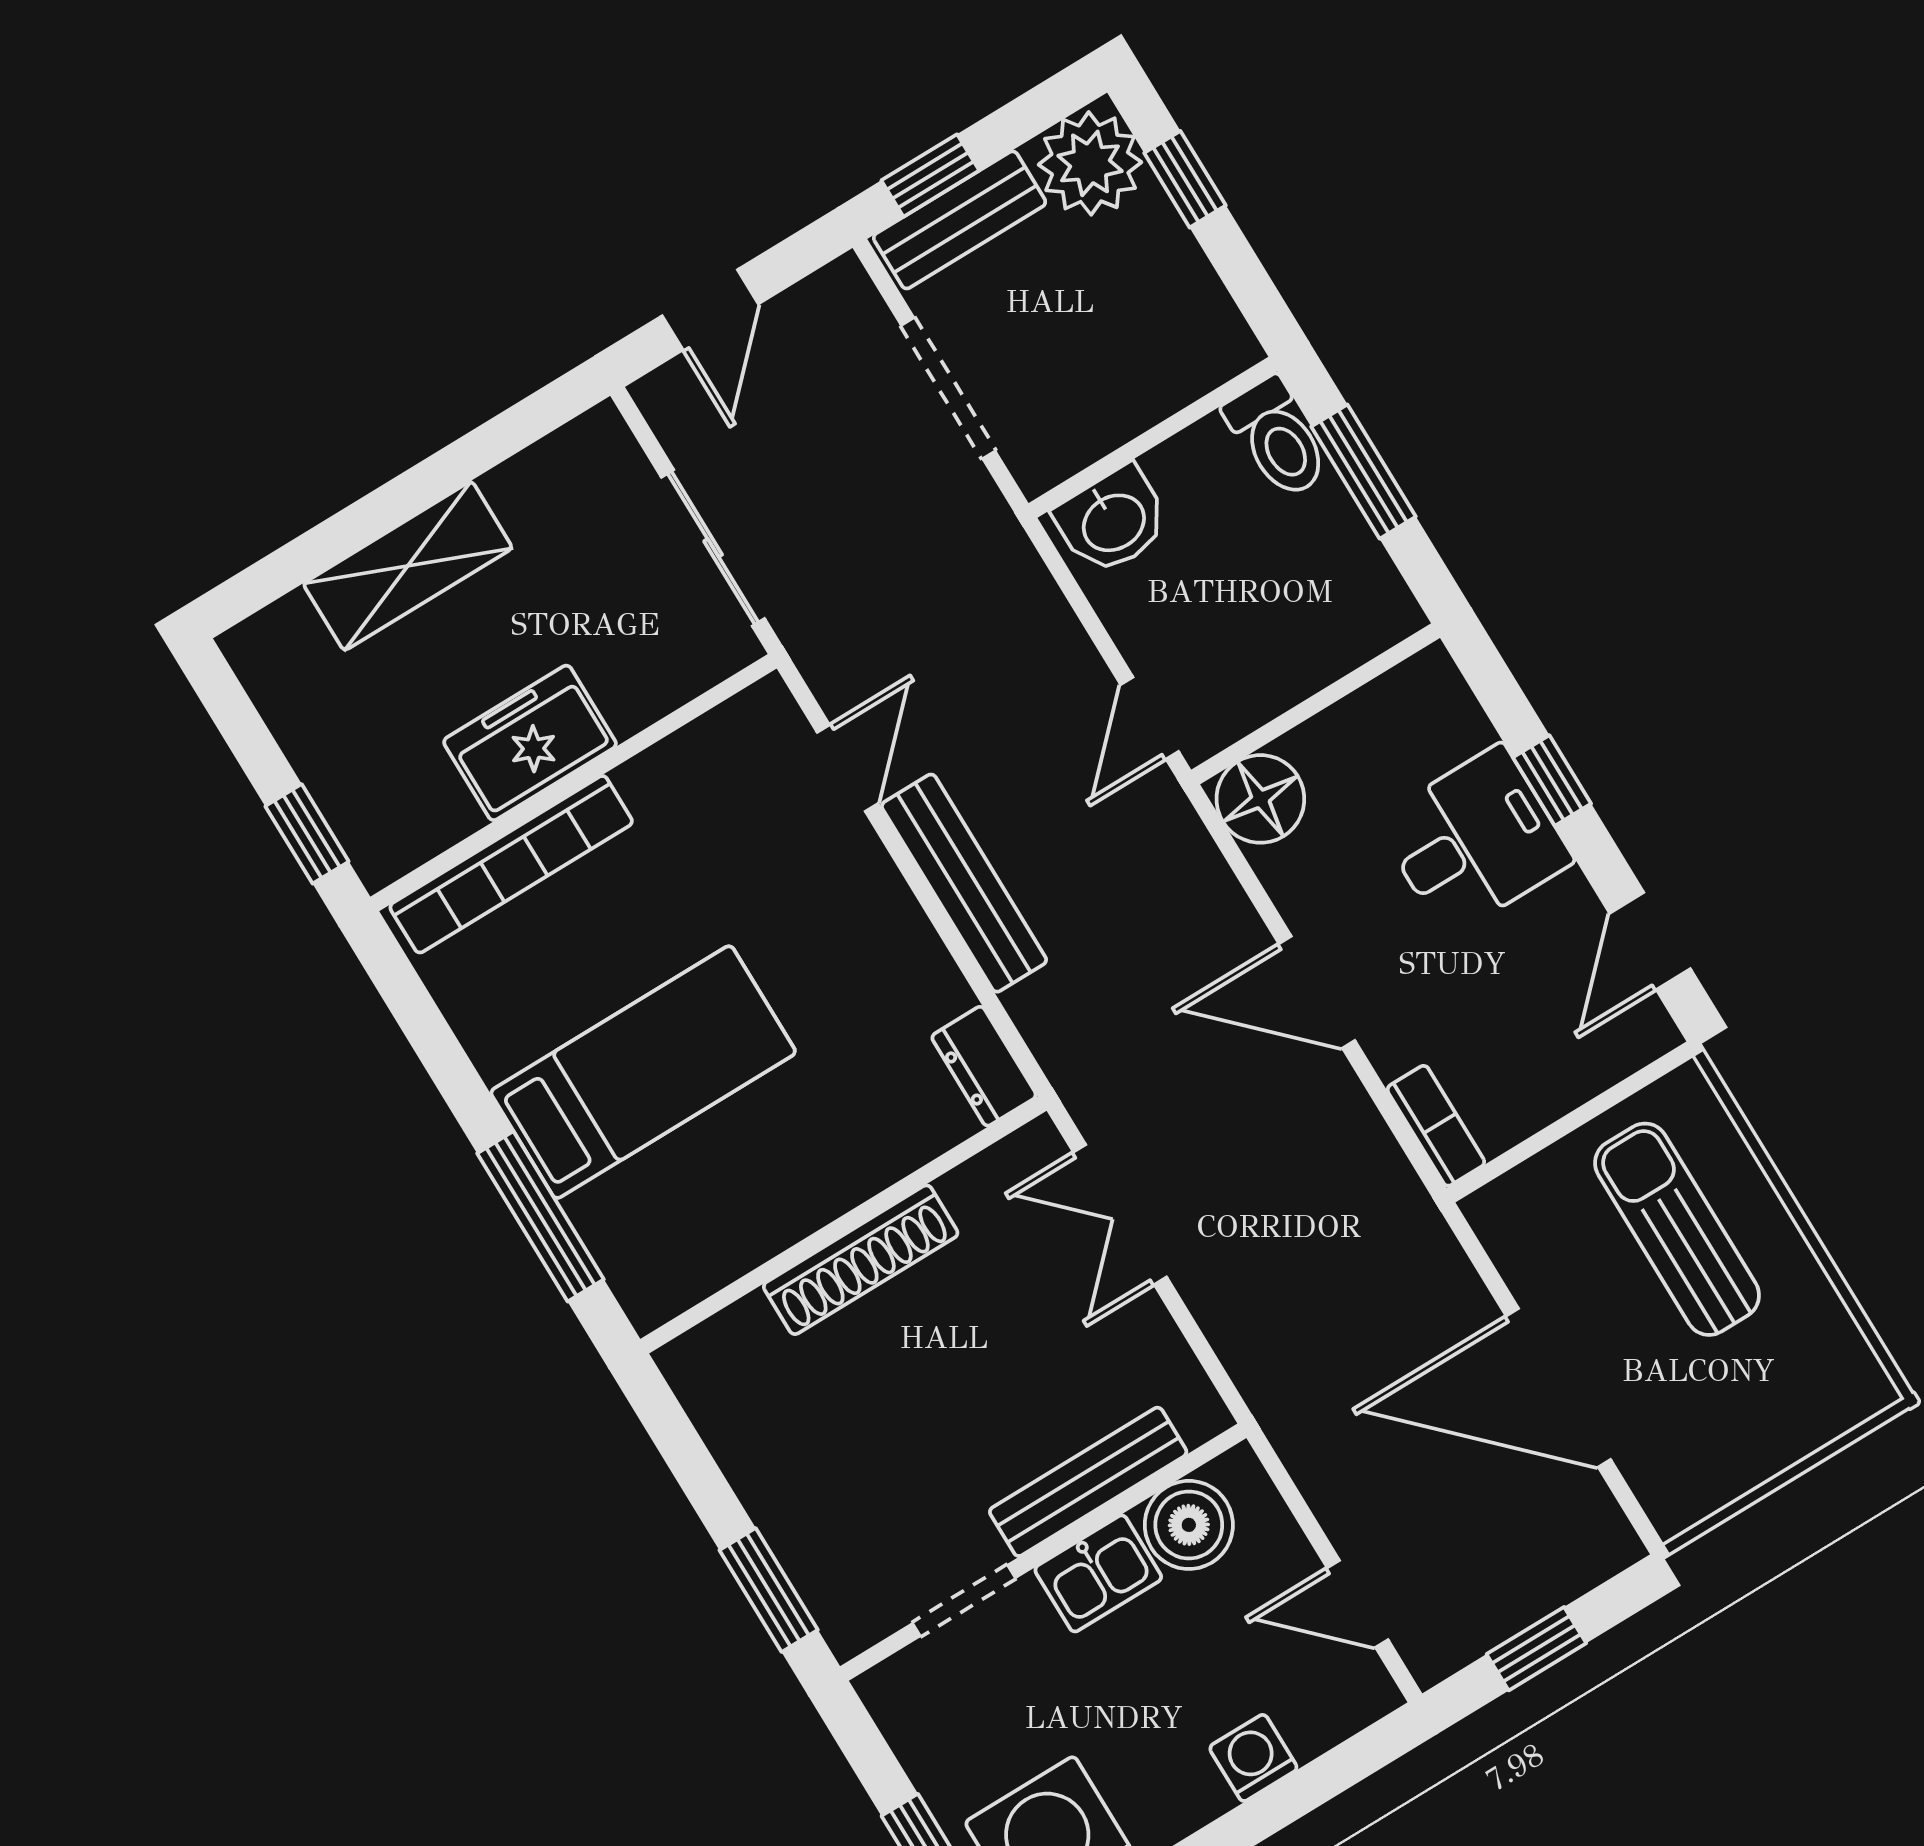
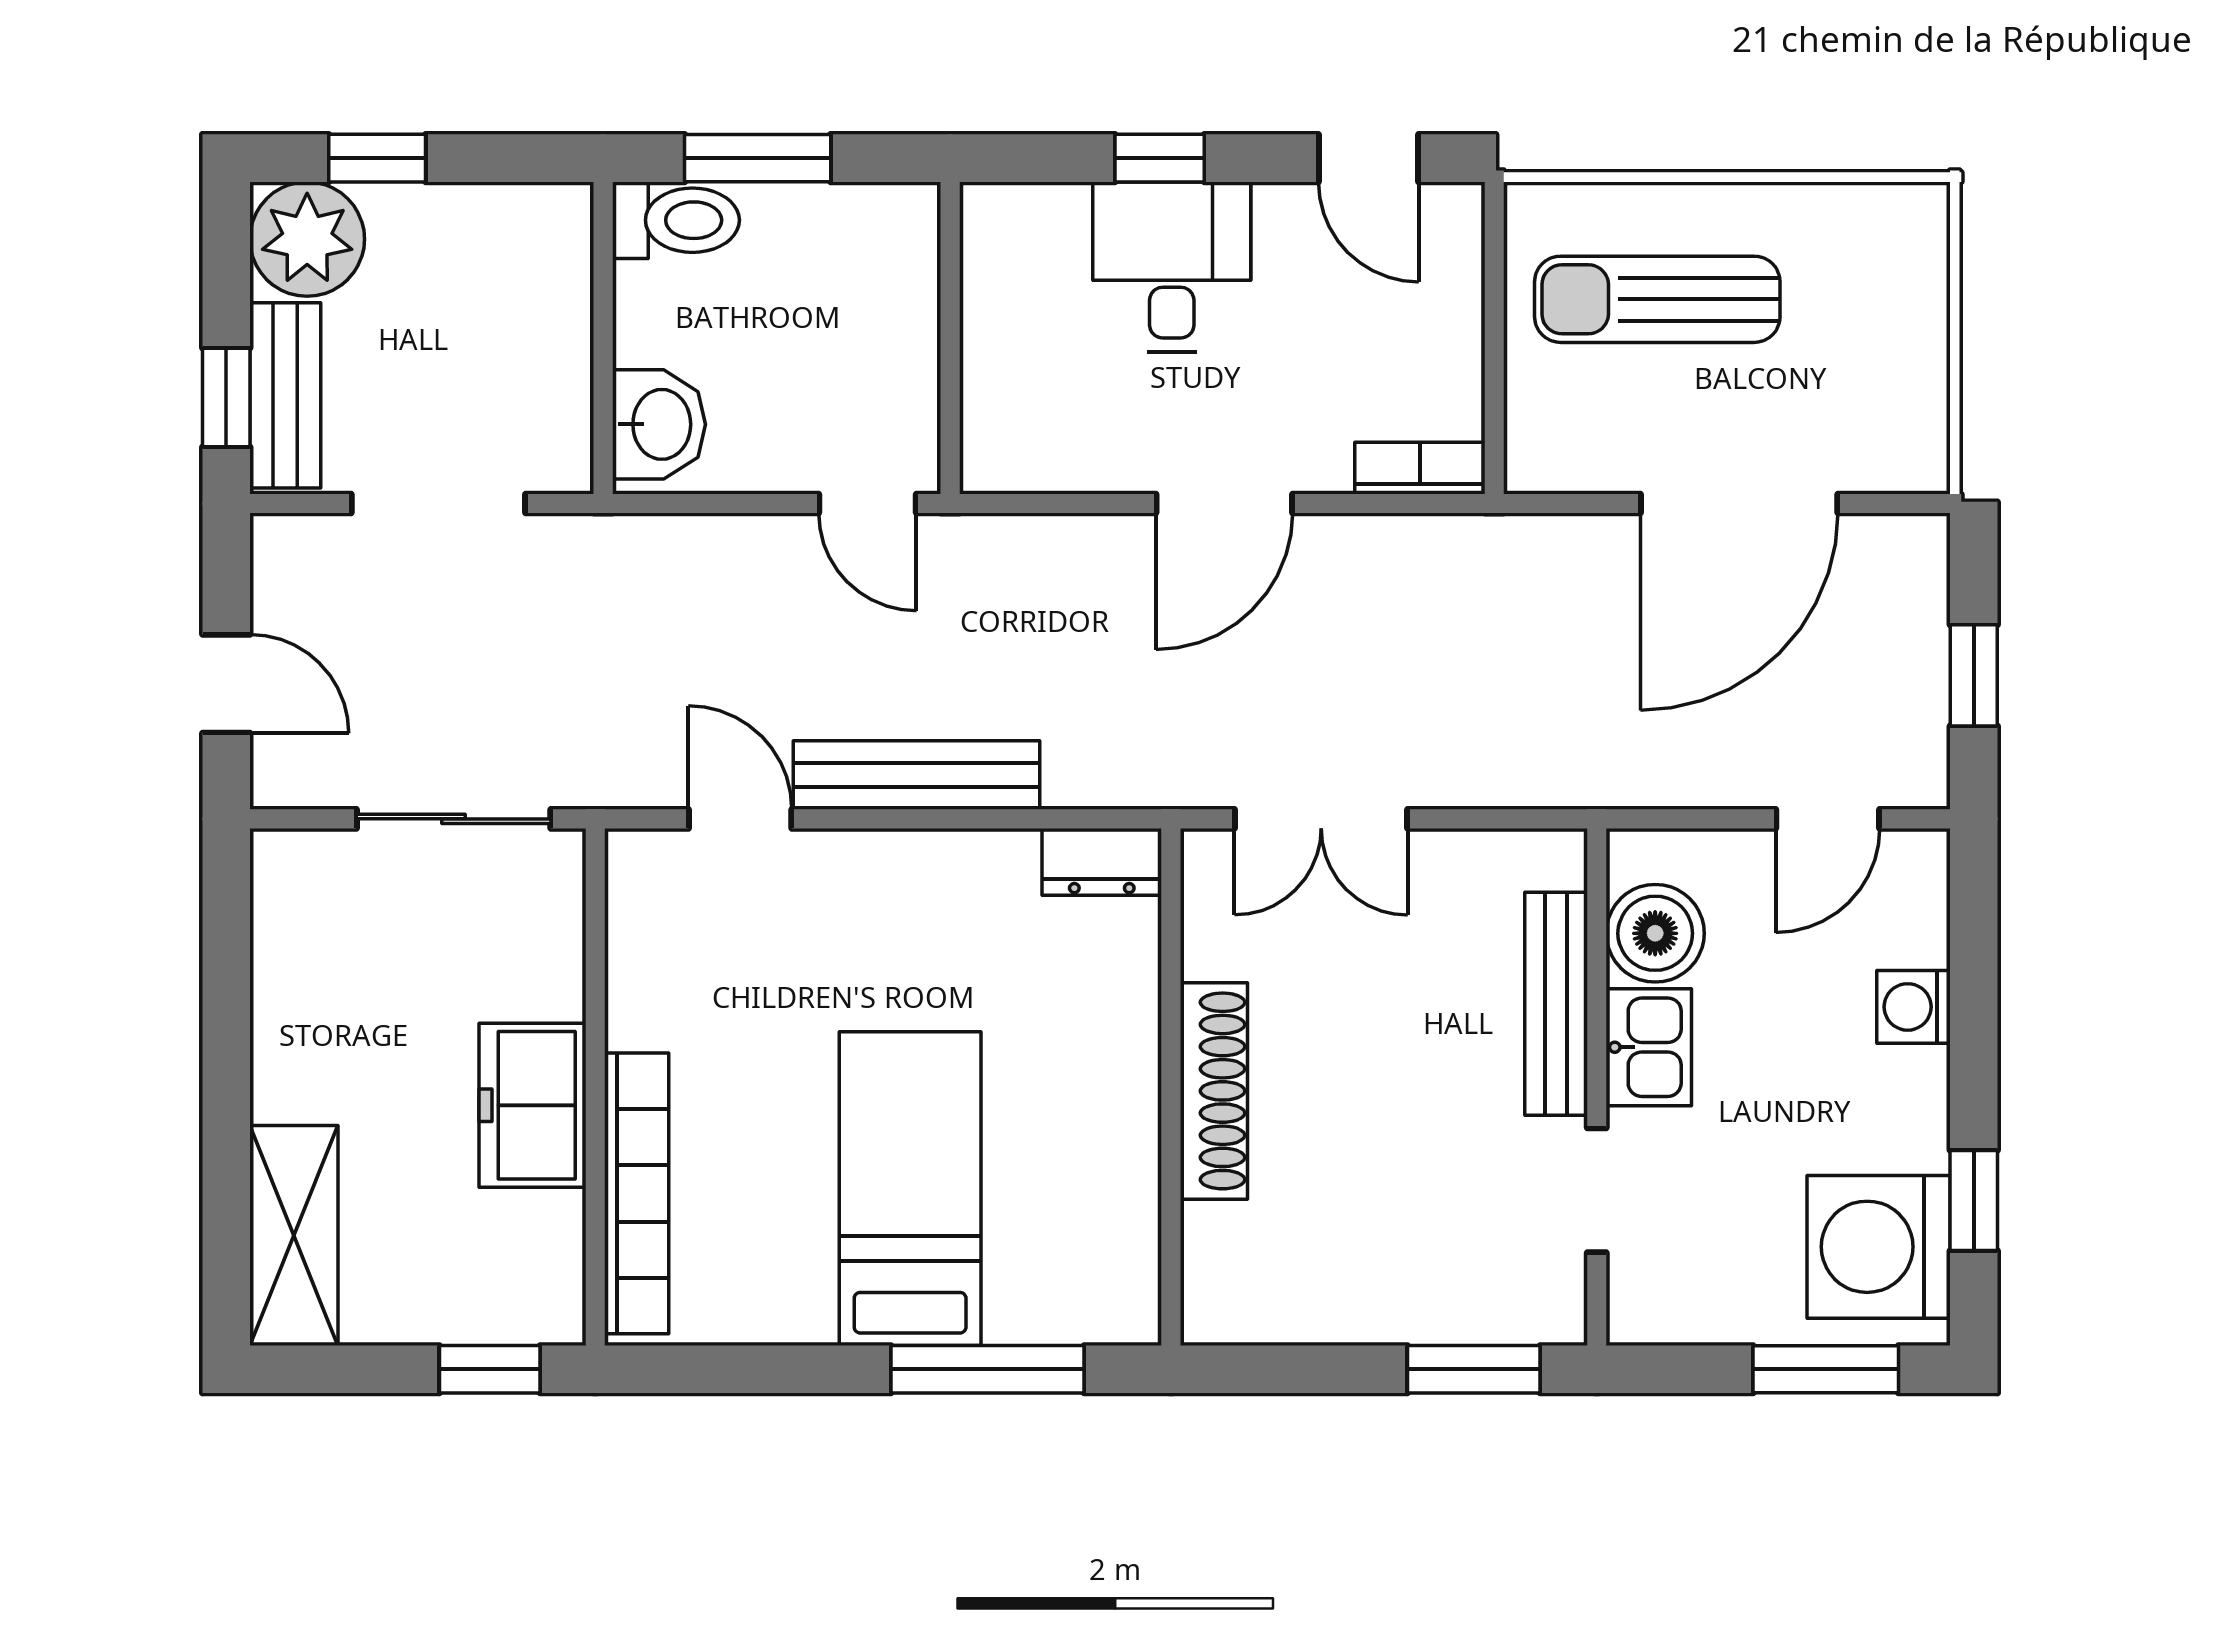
shelving: (408, 566) -> (294, 1236), moved
floor lamp: (1260, 799) -> (1008, 445), removed

